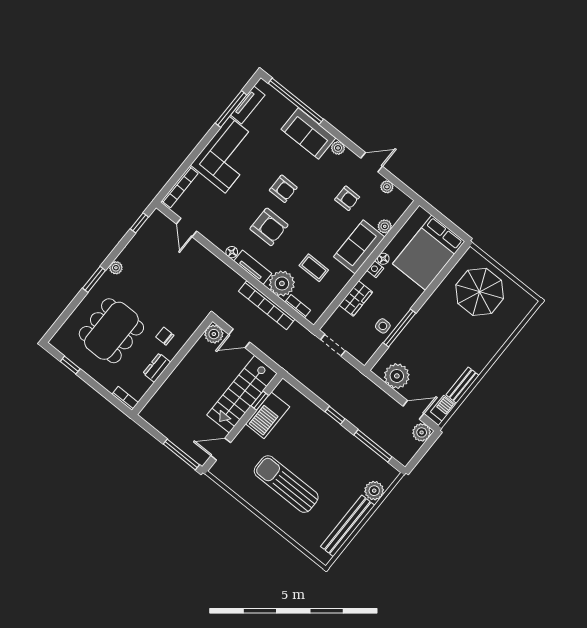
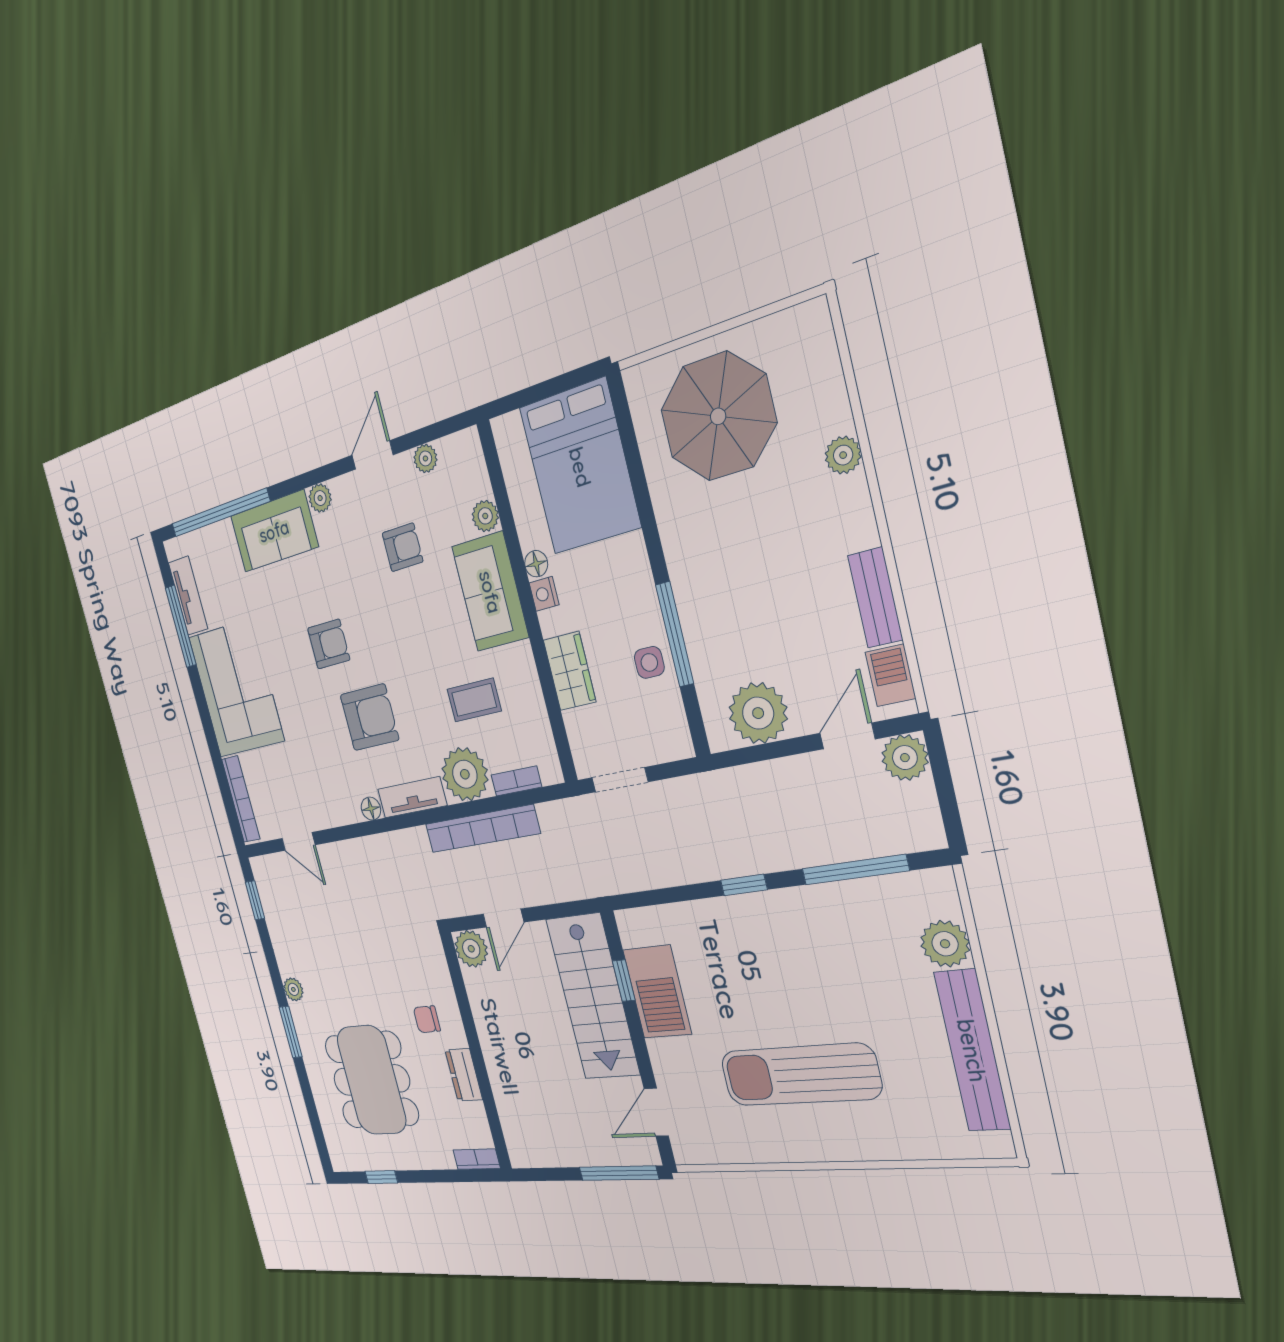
plant: (497, 342) -> (843, 455), added

